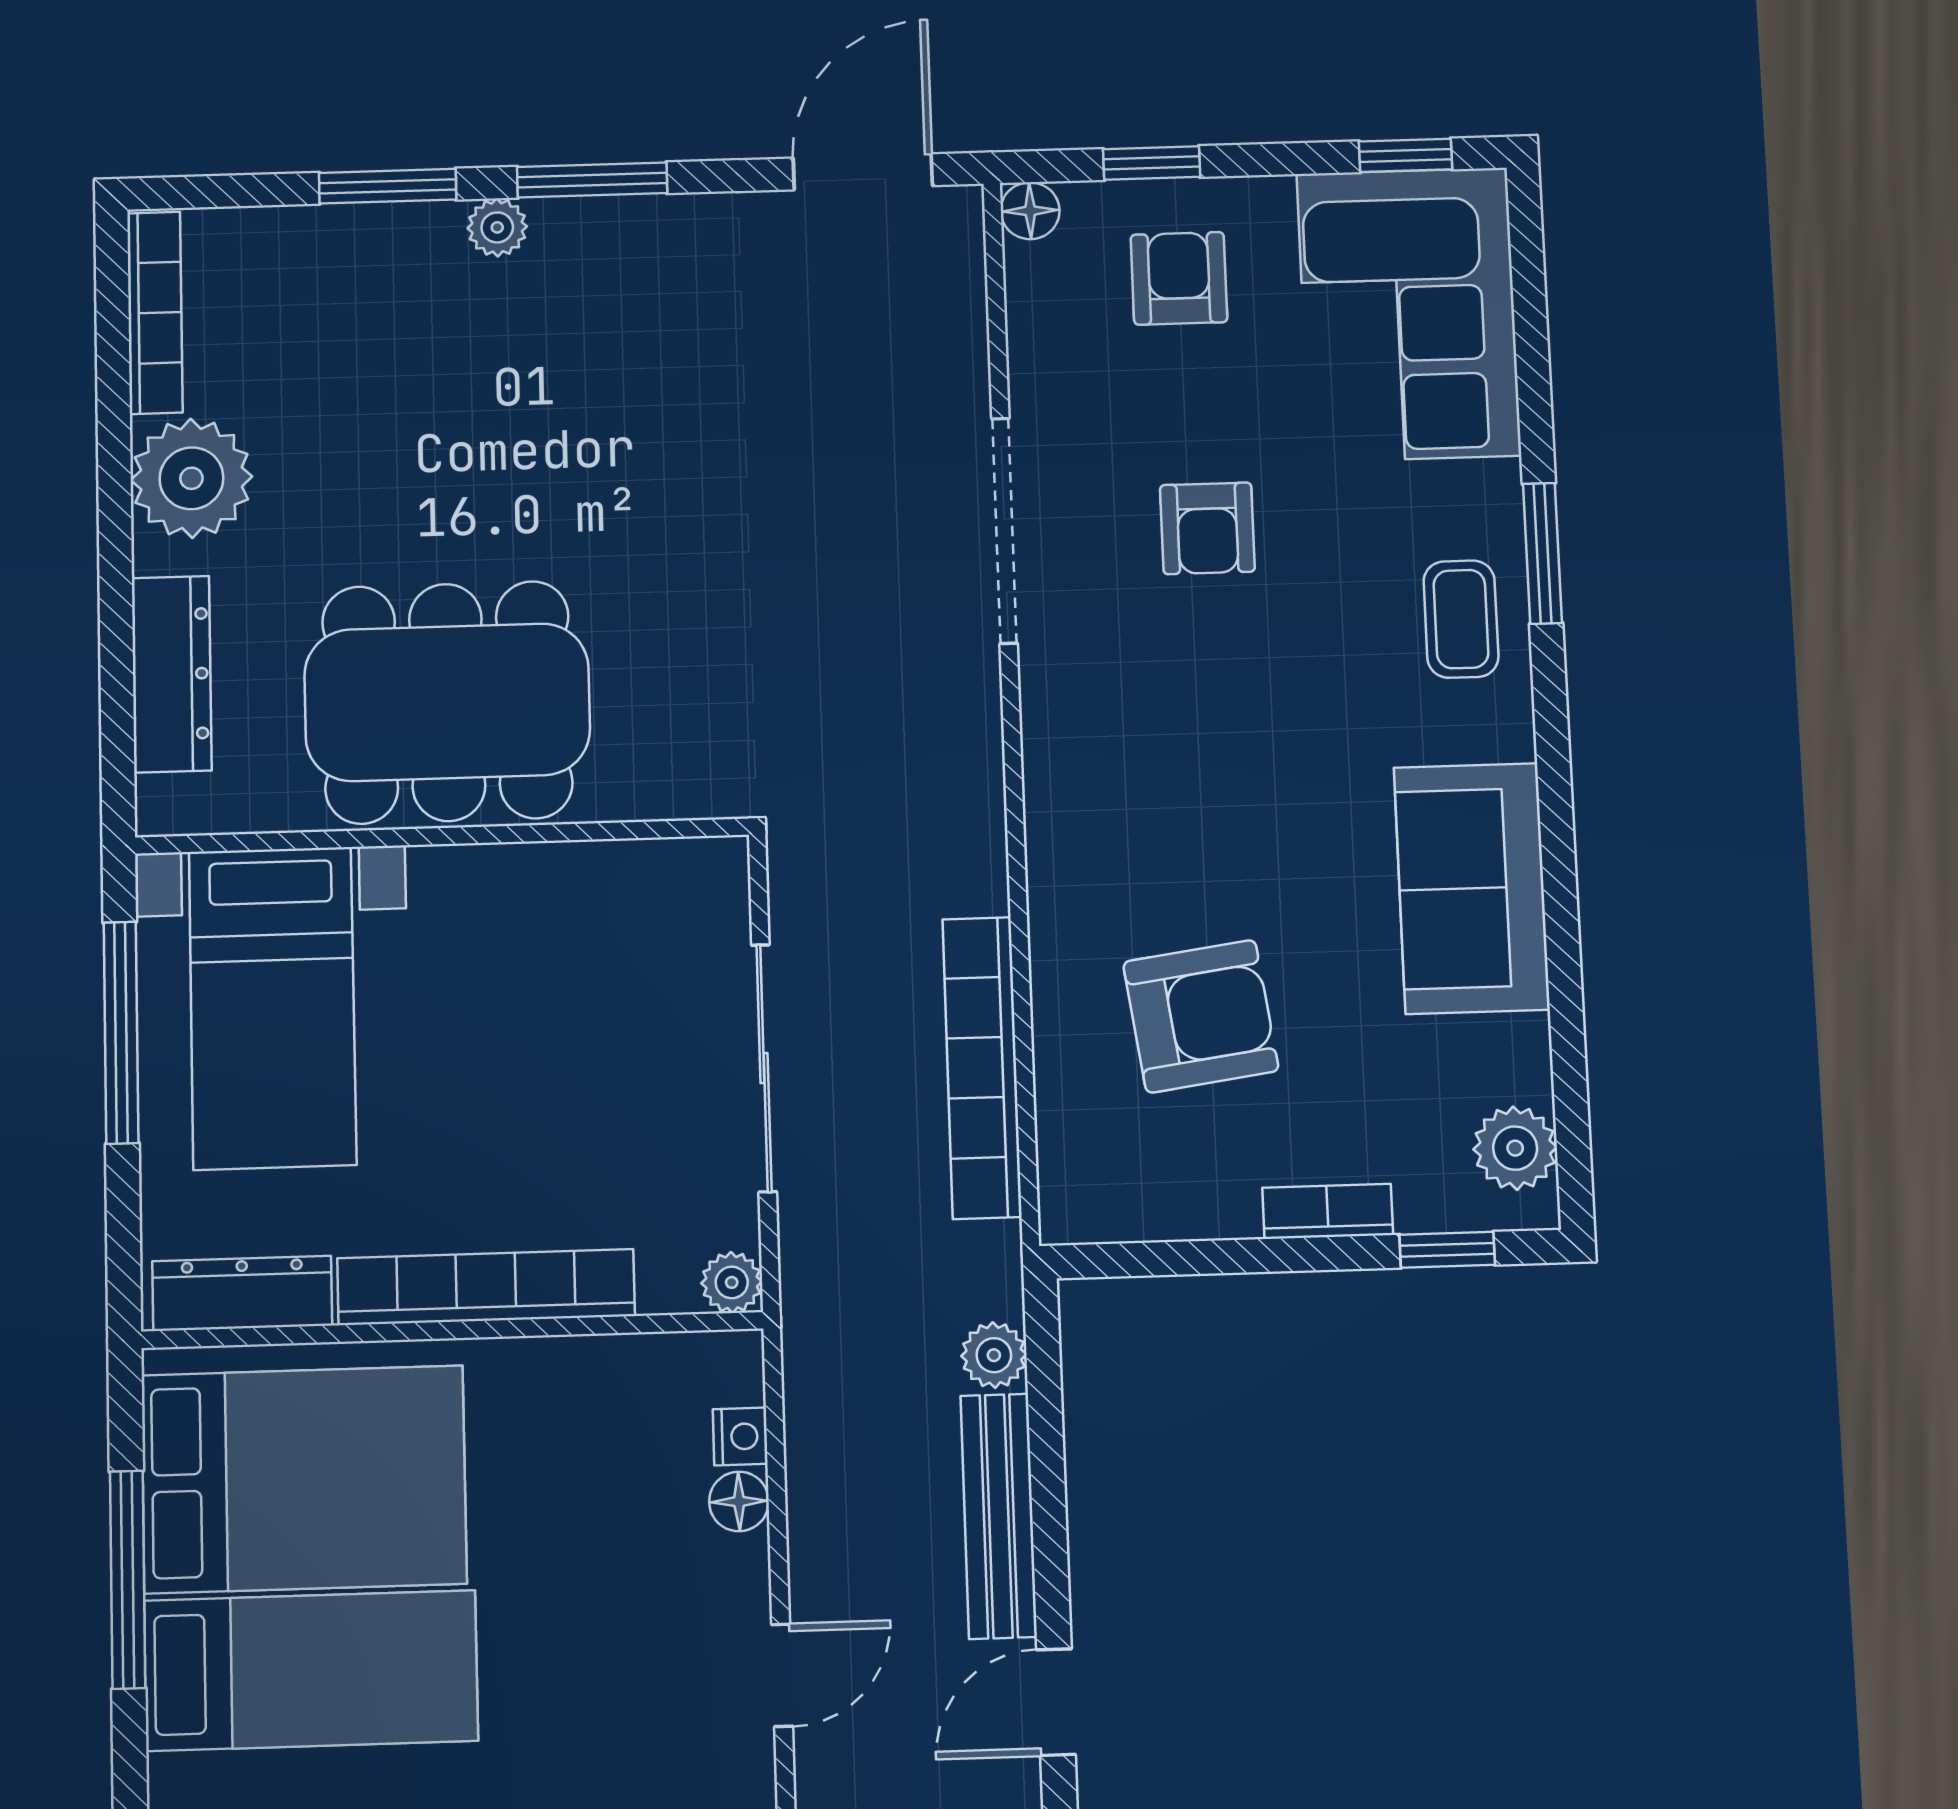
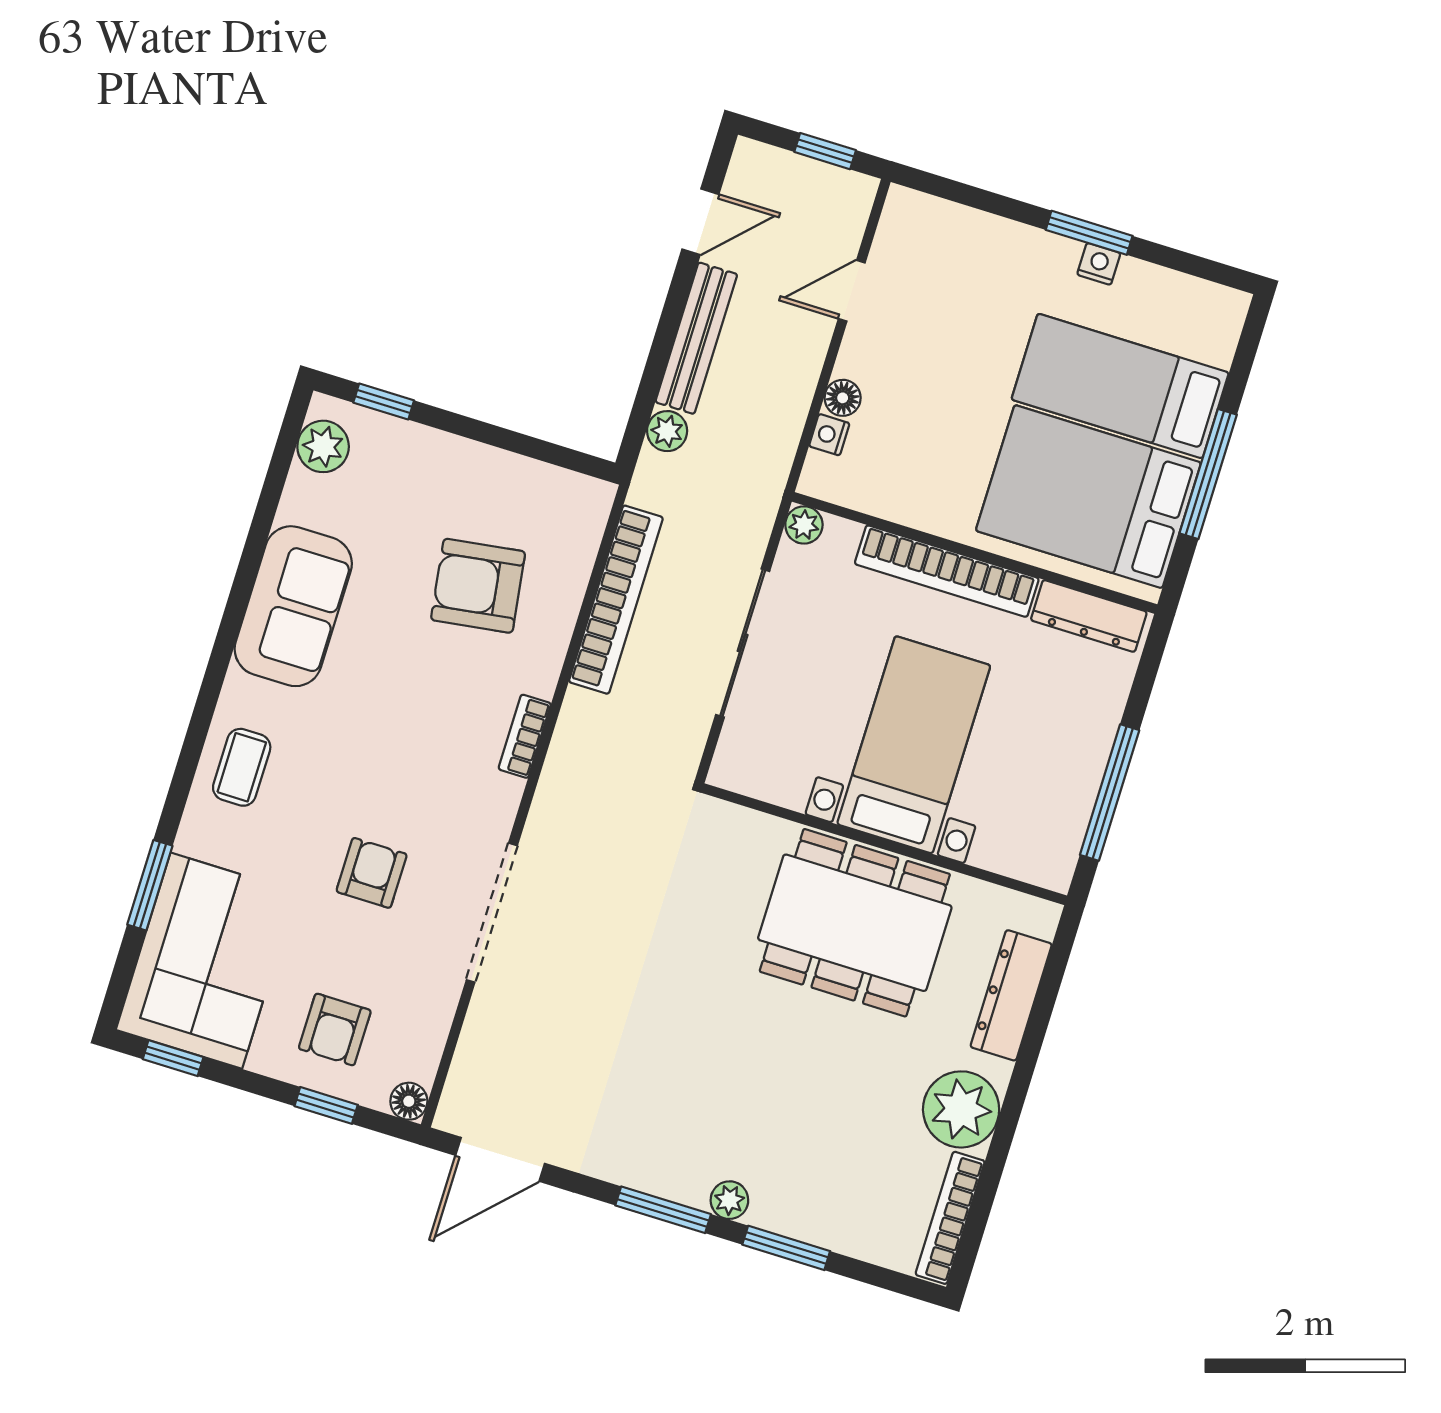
window: (1543, 553) -> (150, 885), moved
bed with nightstands: (272, 1008) -> (914, 745), moved
bookcase: (1328, 1211) -> (525, 736), moved, turned 90

